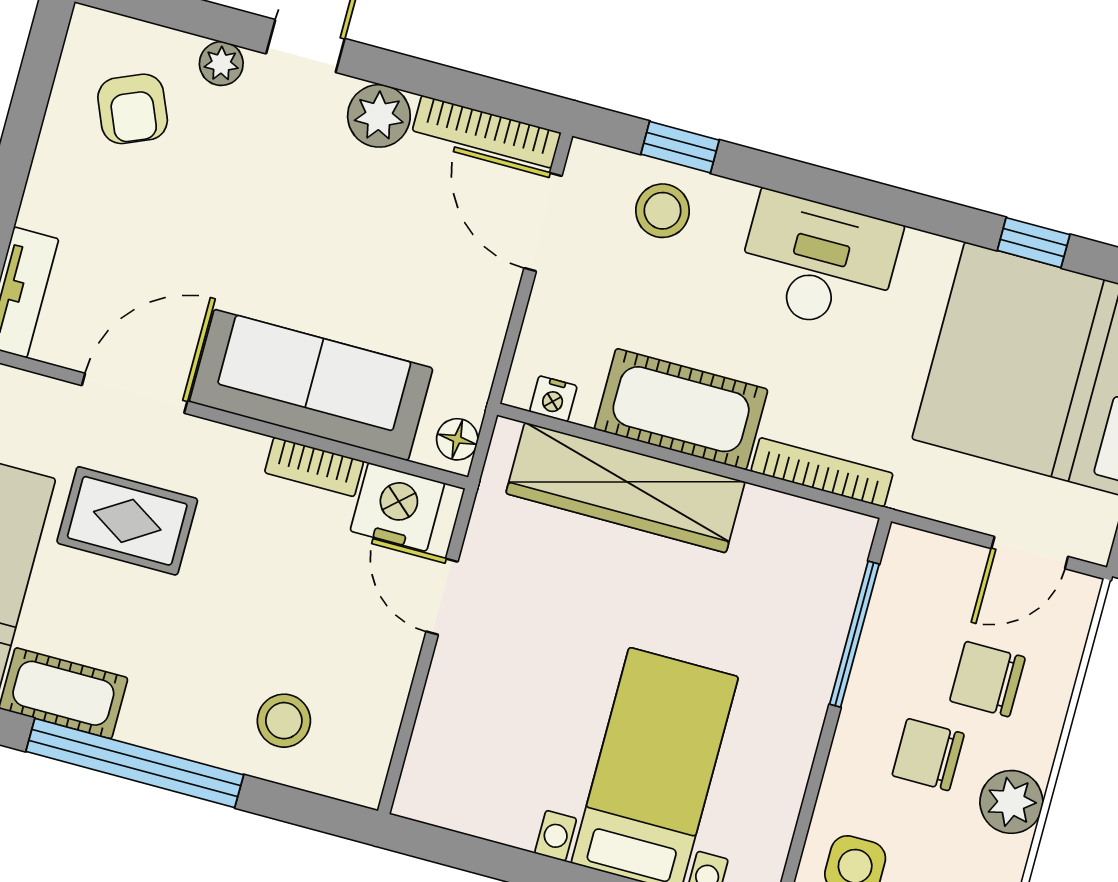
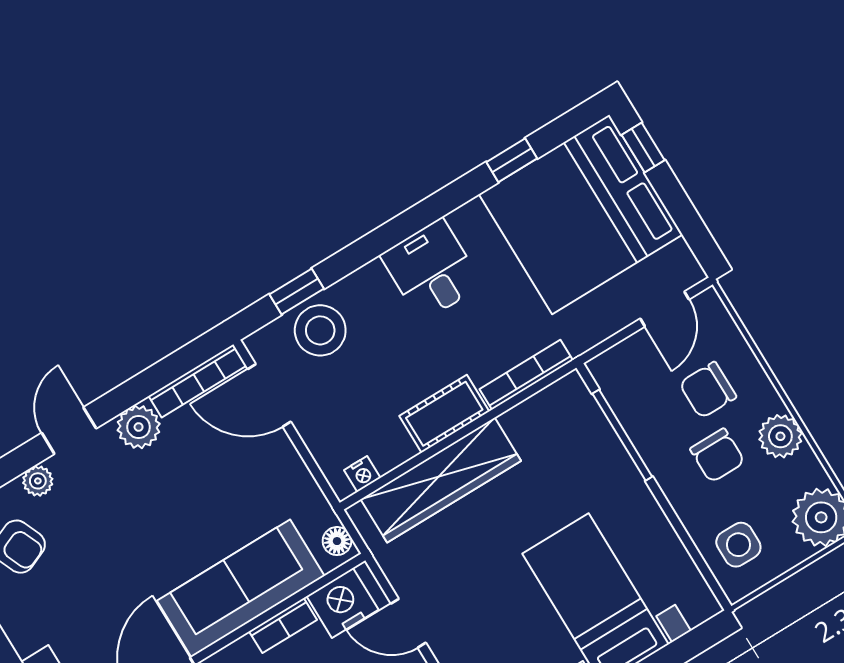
stool: (663, 211) -> (320, 330), width x1.38, depth x1.38
desk: (818, 262) -> (432, 270), width x0.73
cot: (681, 409) -> (444, 414), width x0.73, depth x0.75
chair: (928, 755) -> (717, 455), turned -90

